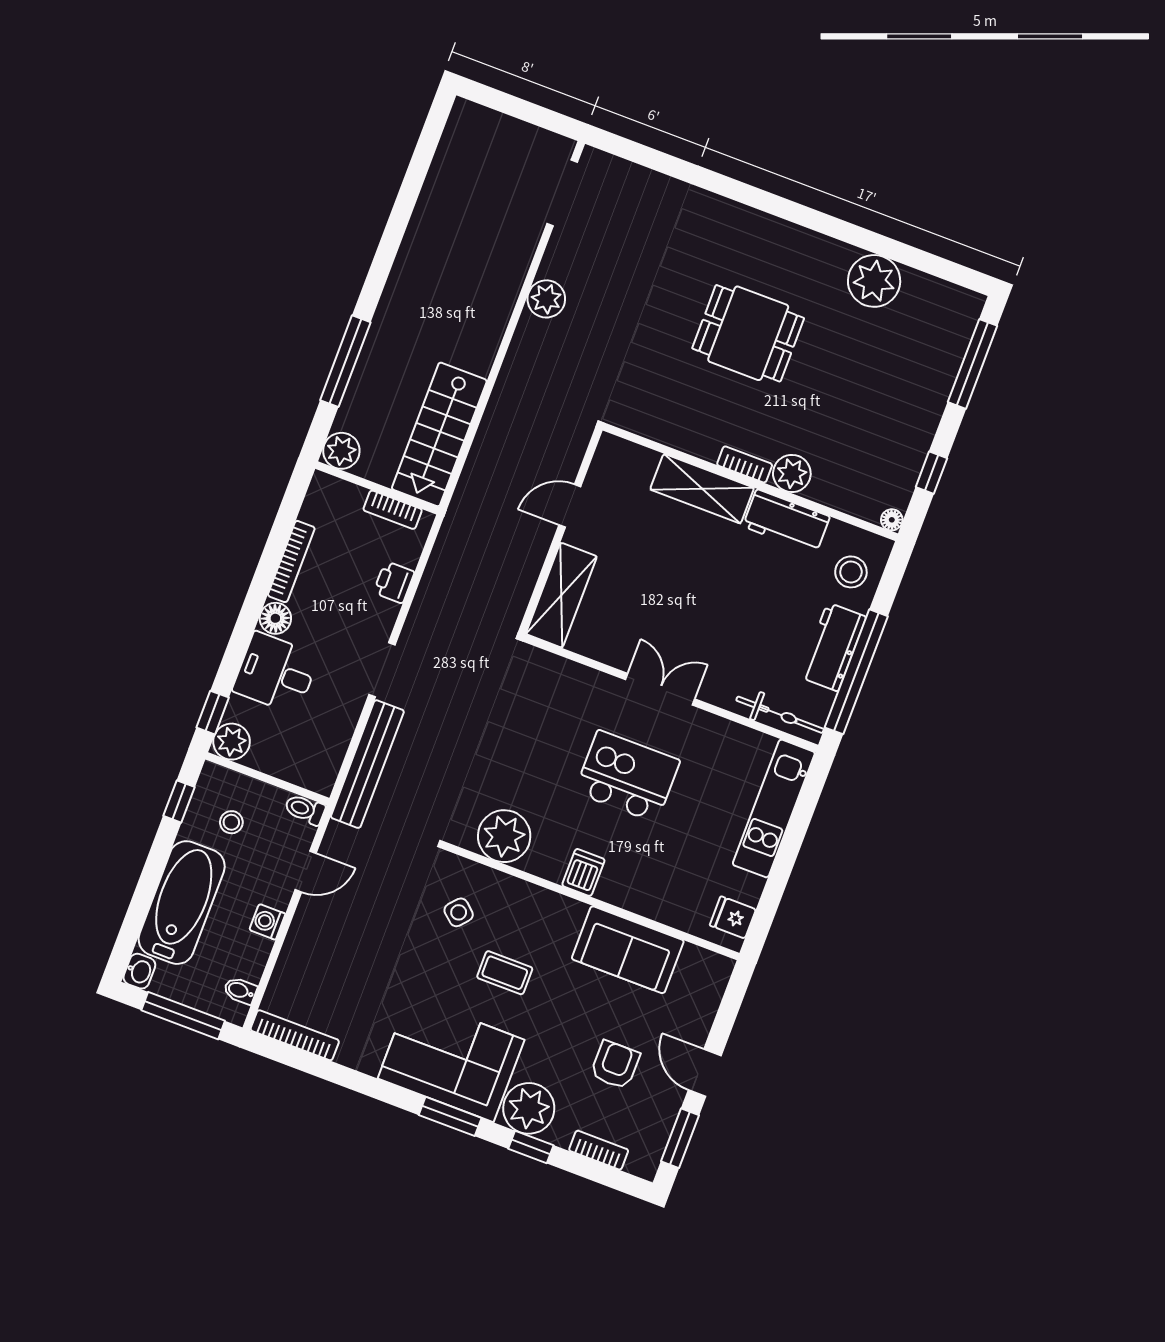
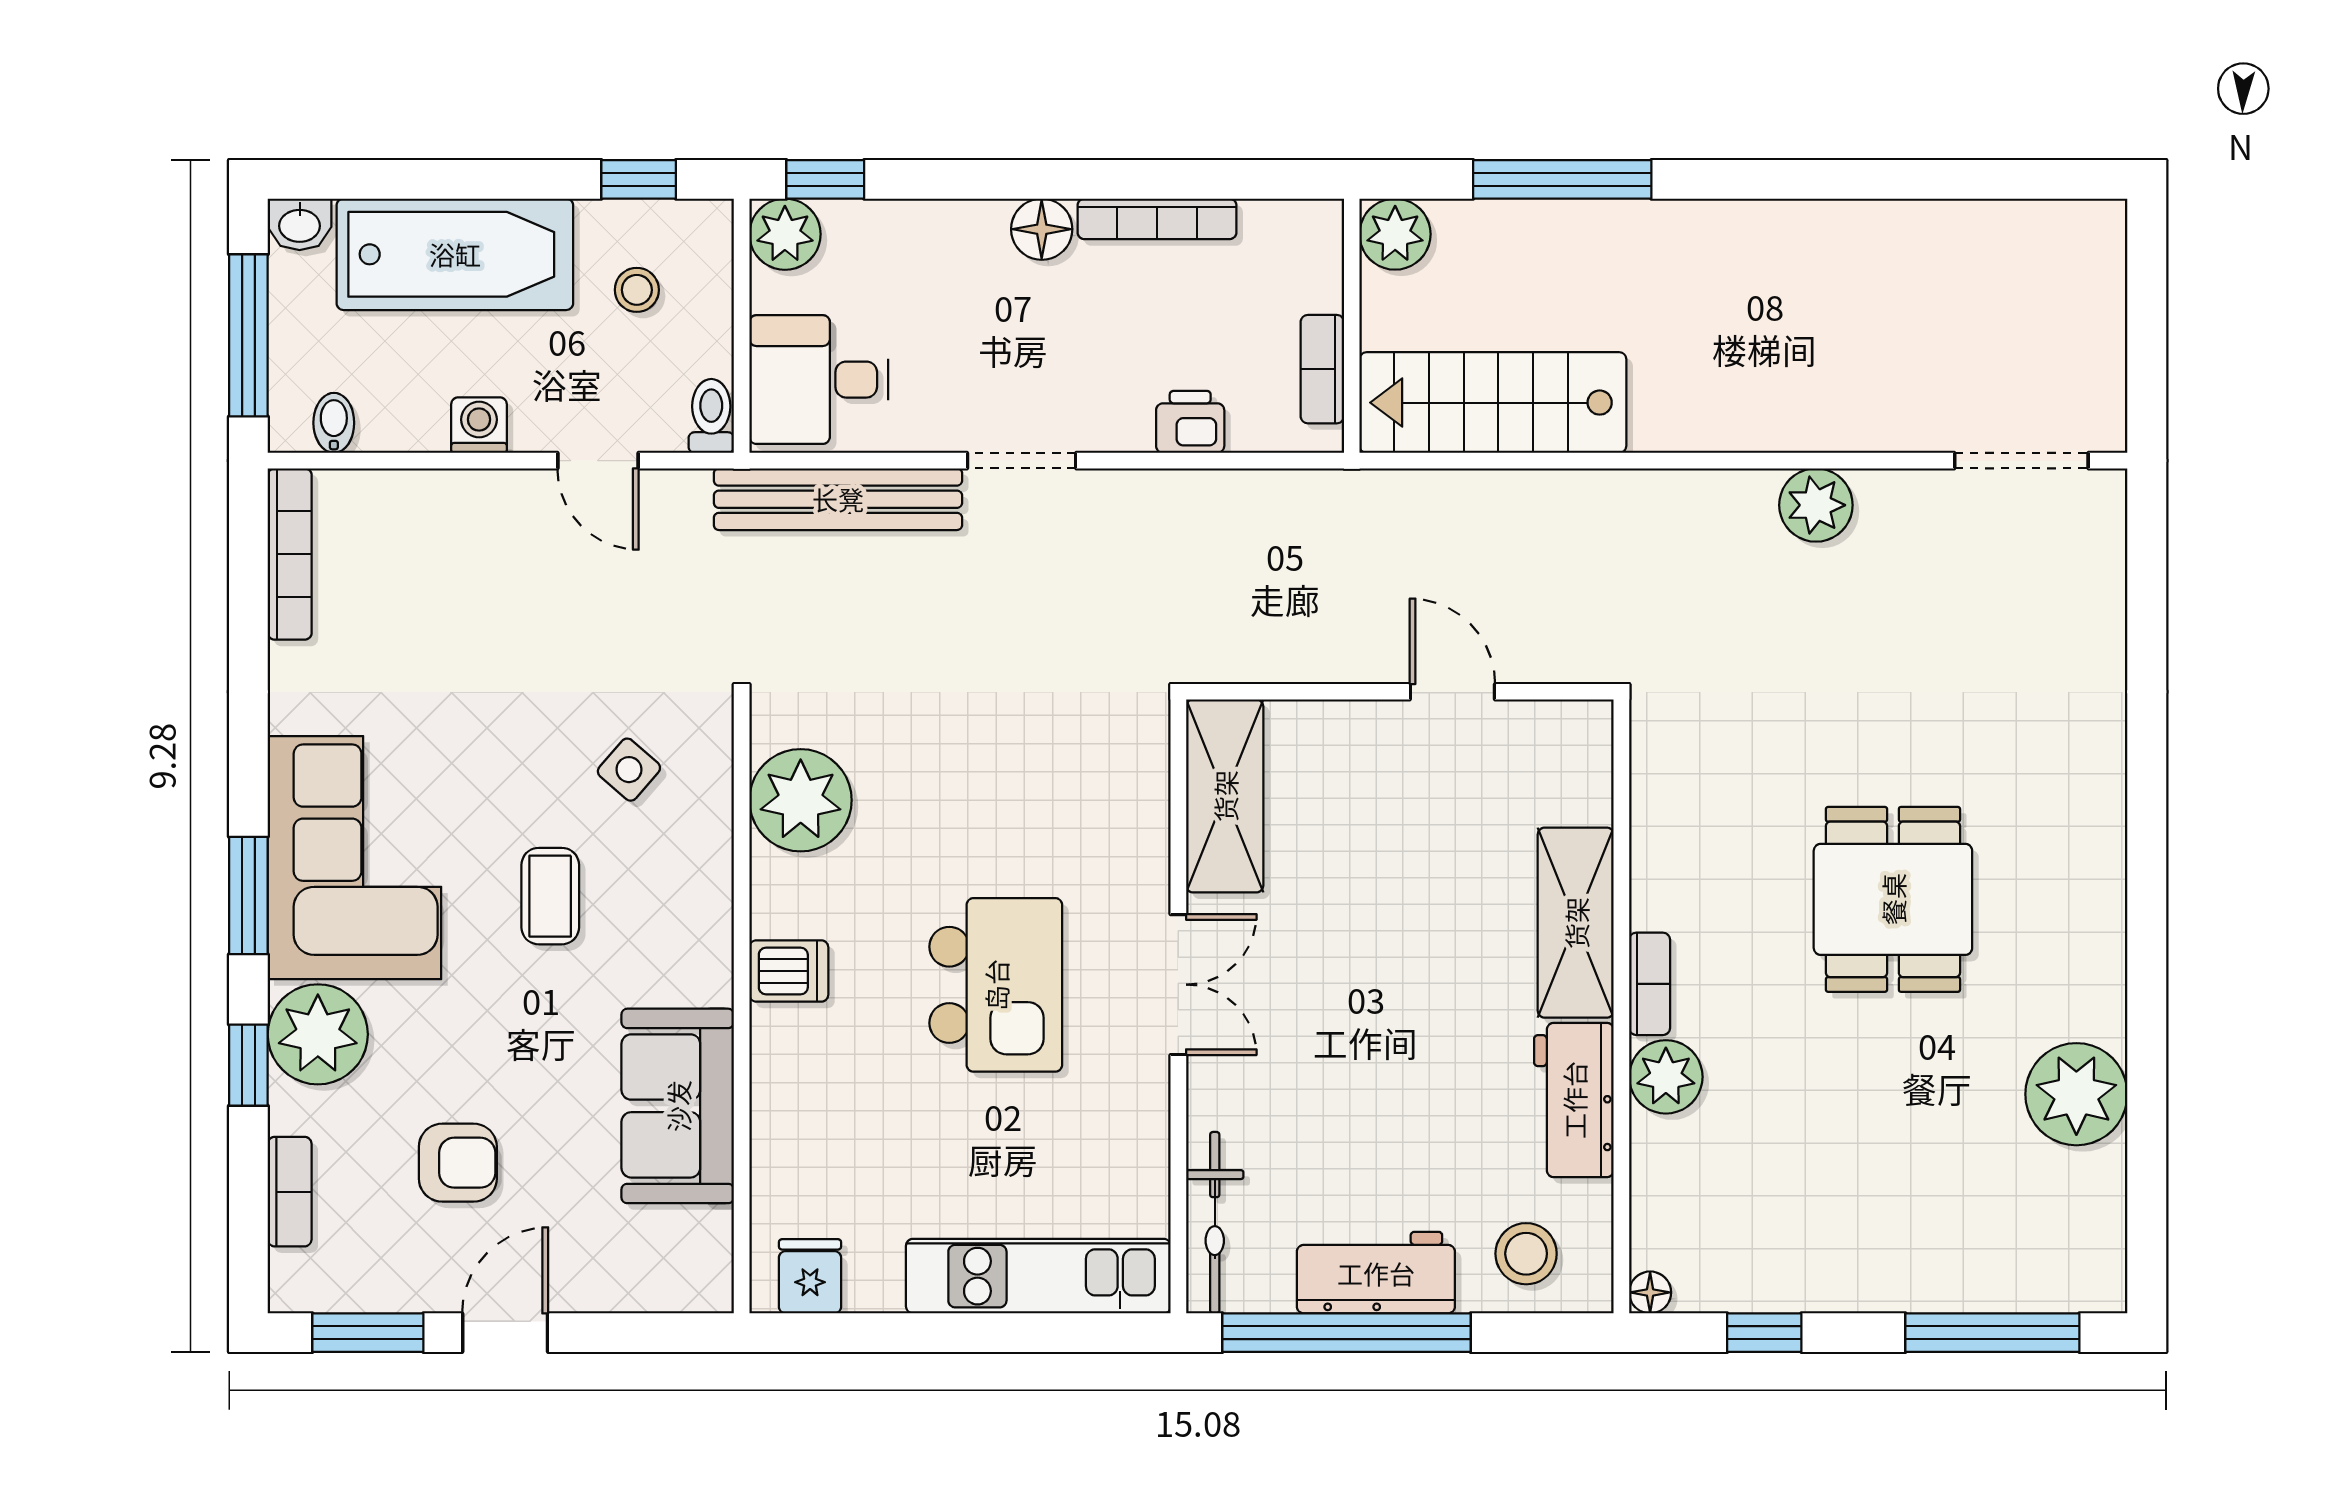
shelving: (561, 595) -> (1225, 796), moved, turned 90
desk: (276, 673) -> (819, 380), moved, turned -90

